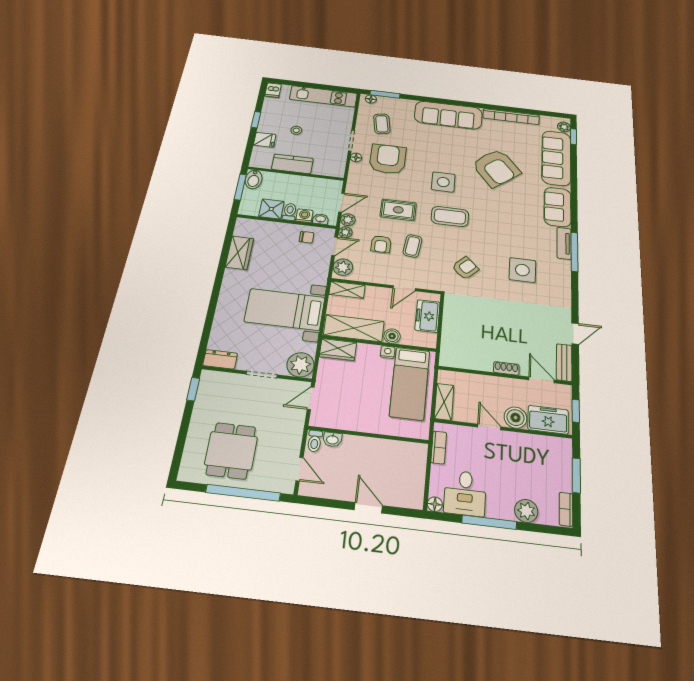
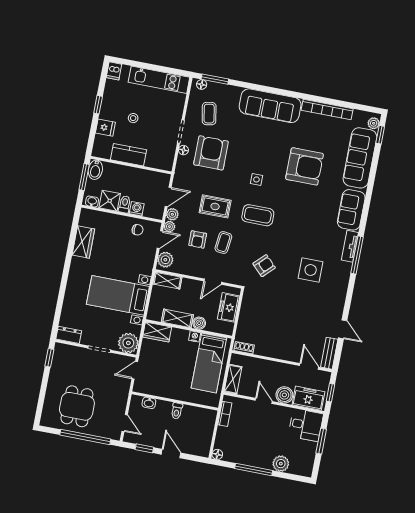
armchair: (496, 168) -> (304, 166), turned -51
side table: (443, 182) -> (256, 180), width x0.54, depth x0.54
washbasin: (321, 219) -> (92, 202), moved
shelving: (354, 328) -> (177, 318), width x0.67, depth x0.75
door: (575, 334) -> (343, 329), hinge flipped
shoe rack: (506, 368) -> (244, 348), moved
toilet: (315, 441) -> (177, 411), moved
desk: (465, 493) -> (306, 425), moved, turned -90
window: (330, 503) -> (144, 448), added
bookcase: (566, 509) -> (309, 464), removed

